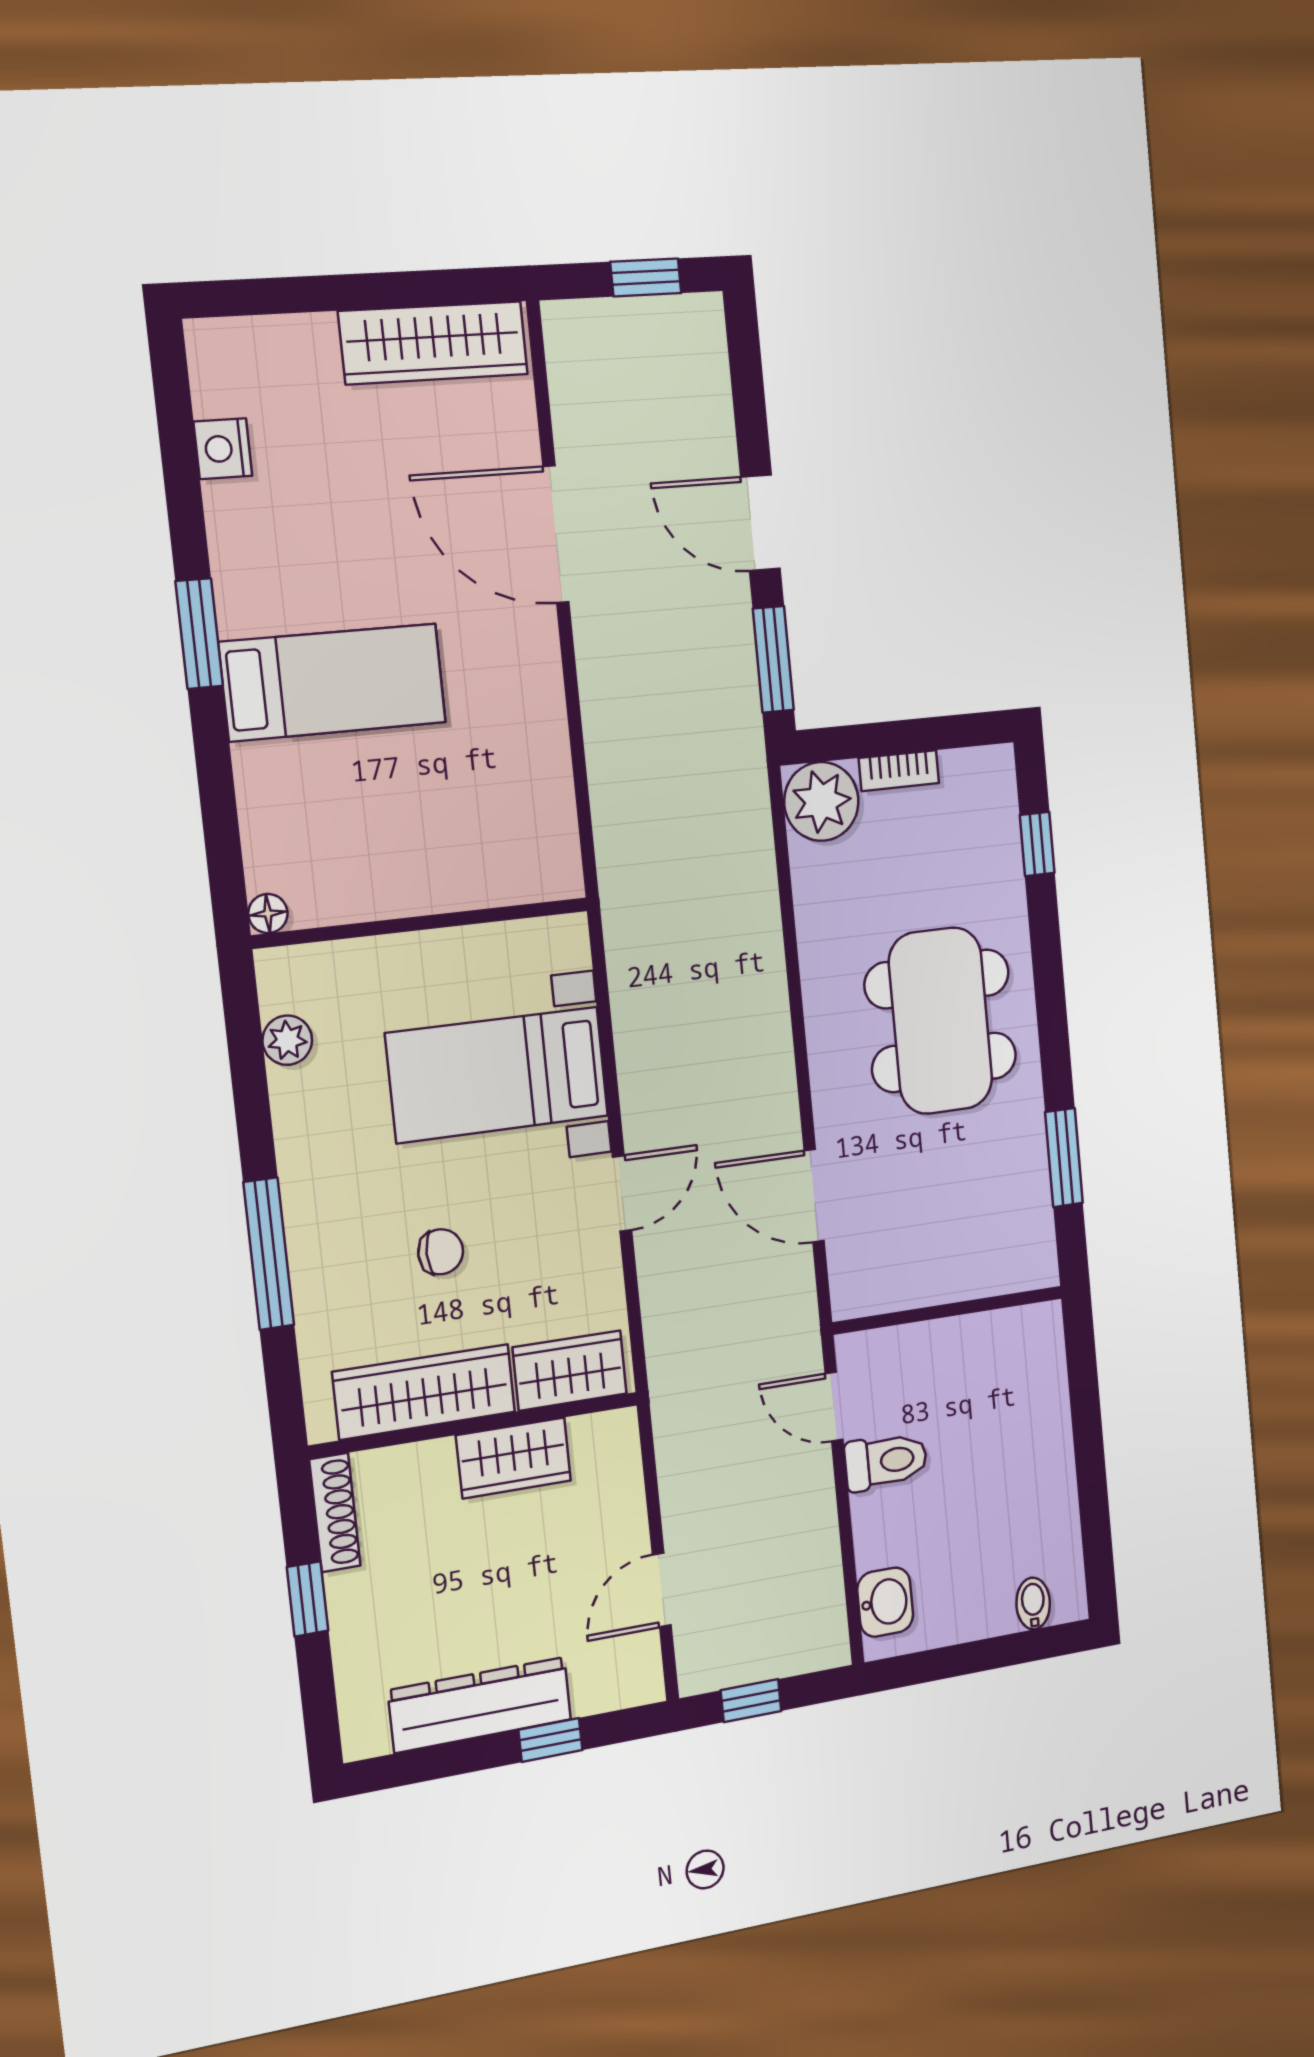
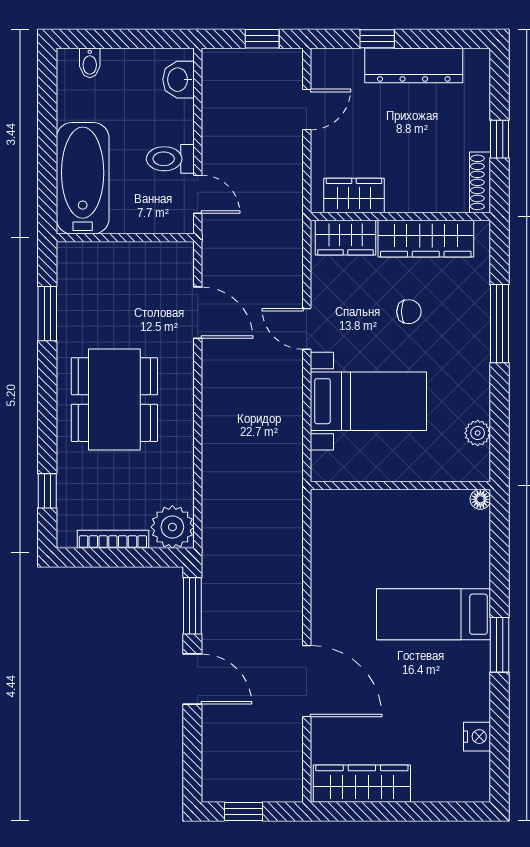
bookcase: (899, 771) -> (113, 539), width x1.56
door: (622, 1193) -> (307, 329), hinge flipped
chair: (441, 1252) -> (409, 312), turned 180
bathtub: (1027, 1403) -> (83, 178), added
wardrobe: (514, 1458) -> (354, 195), moved

